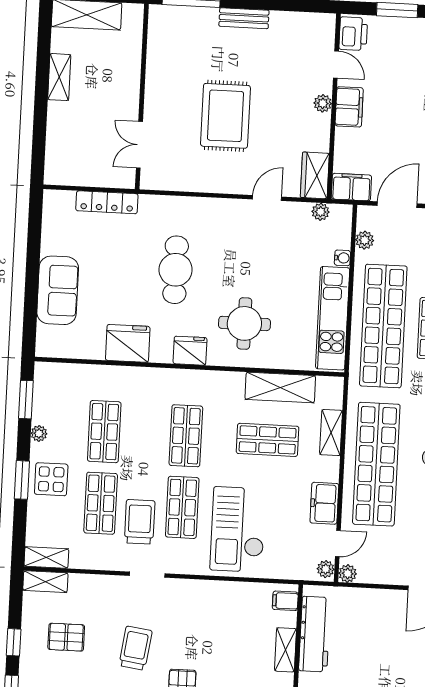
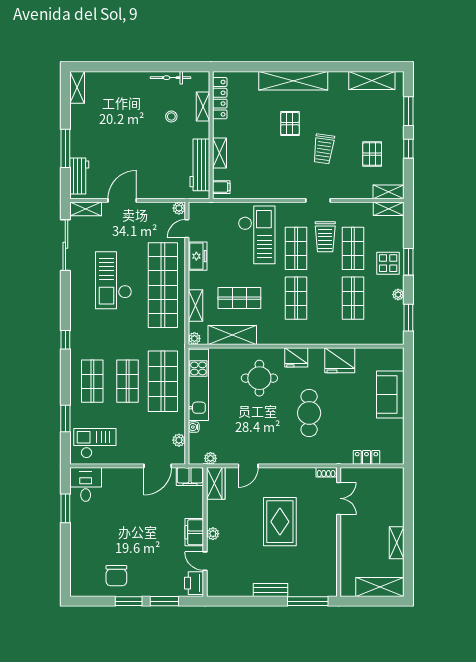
shoe rack: (155, 183) -> (326, 472), added
locker: (107, 202) -> (366, 457), width x0.66
shop shelf: (383, 326) -> (163, 381), width x0.71
plant: (326, 569) -> (194, 338), moved
pallet: (66, 637) -> (372, 154), turned 90

